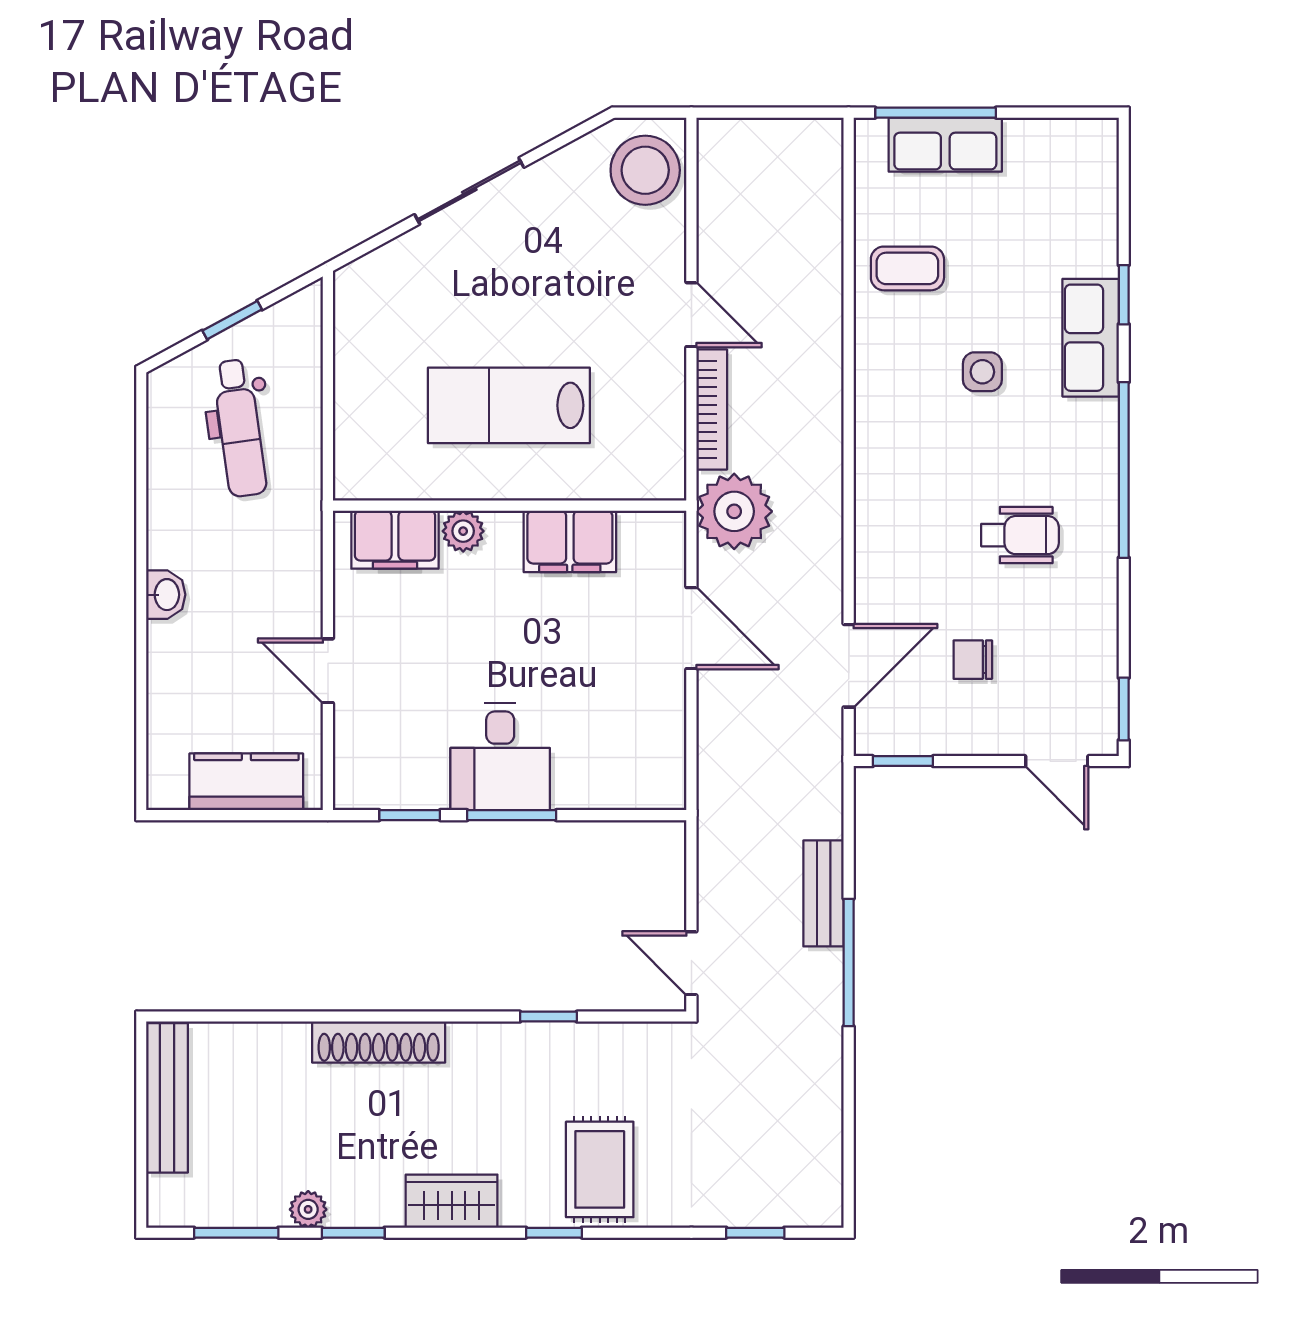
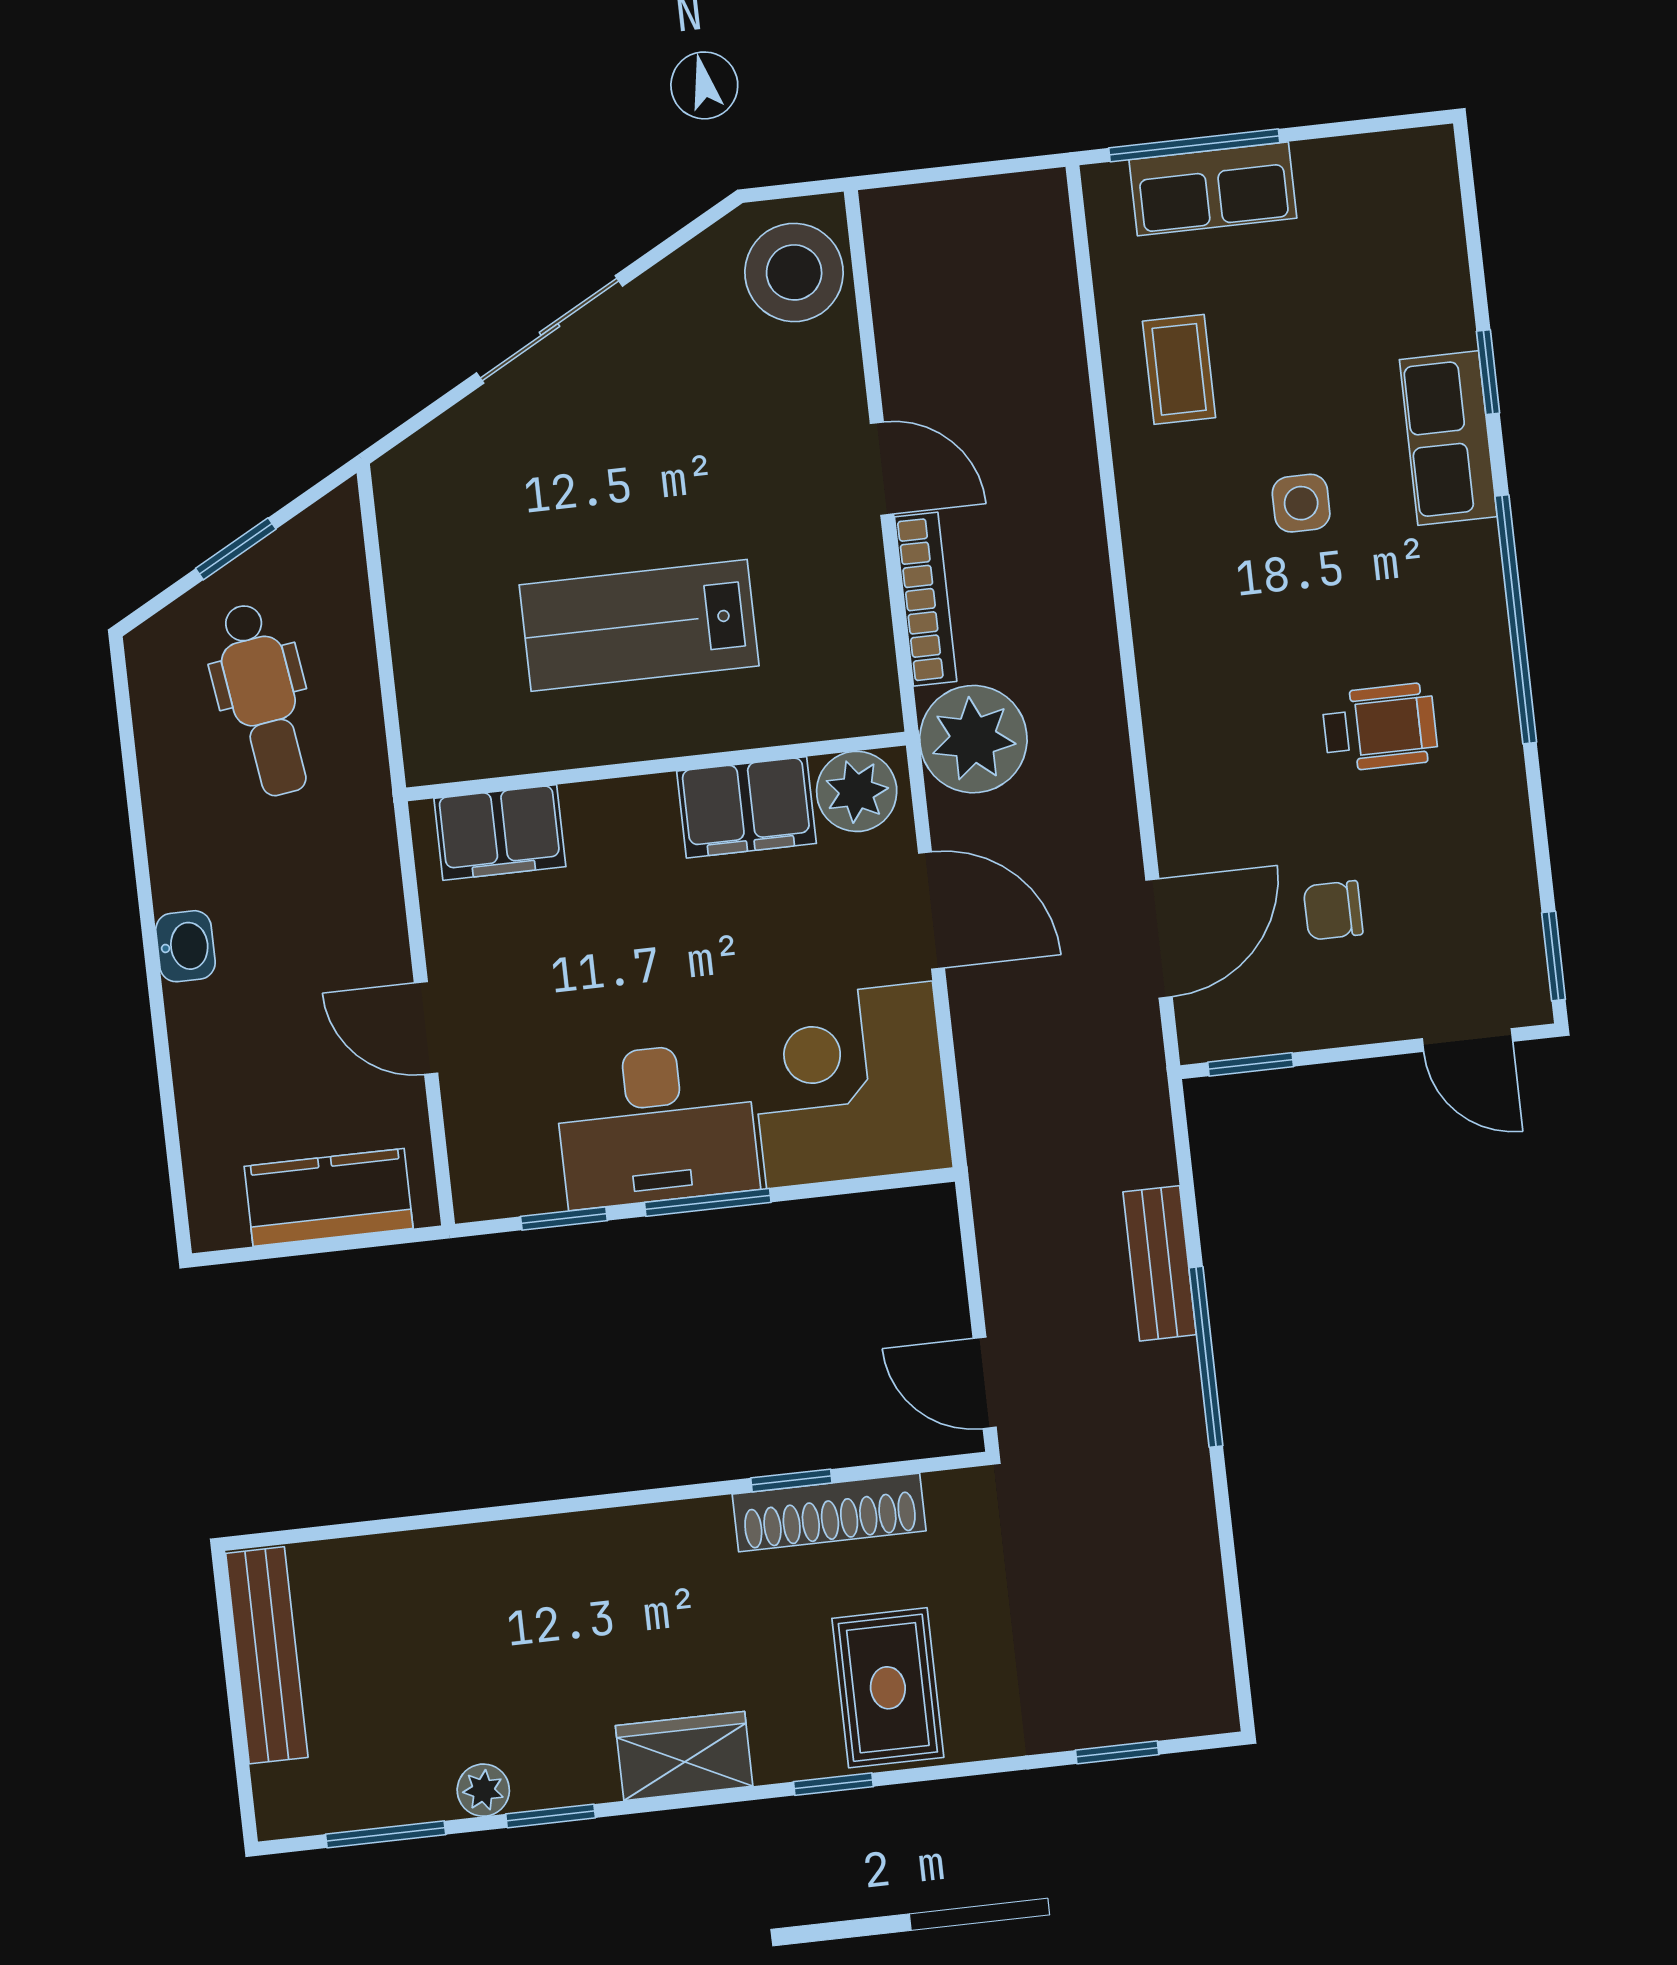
coffee table: (907, 268) -> (1179, 369), turned 90
plant: (463, 531) -> (857, 791), moved, width x1.38, depth x1.38
corner desk: (620, 744) -> (849, 1085), added
desk: (500, 757) -> (656, 1125), width x1.37
shoe rack: (379, 1042) -> (829, 1513), moved

